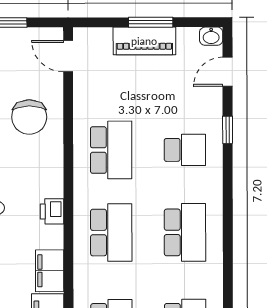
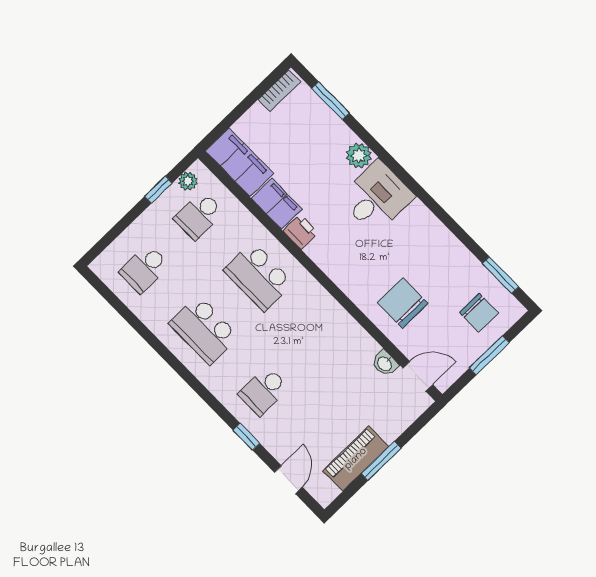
washbasin: (211, 36) -> (385, 363), moved, turned -90
piano: (144, 41) -> (356, 459), moved
school desk: (111, 150) -> (318, 338), removed
printer: (52, 211) -> (301, 232), moved

